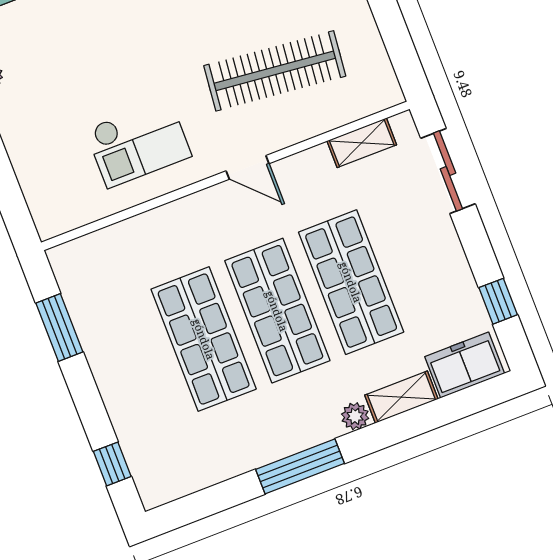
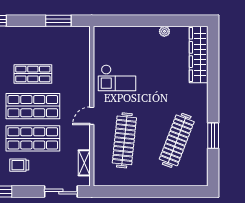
checkout: (138, 143) -> (117, 78), turned -90
trolley: (424, 290) -> (19, 165), added
shop shelf: (204, 339) -> (33, 74), width x0.70, depth x0.74

